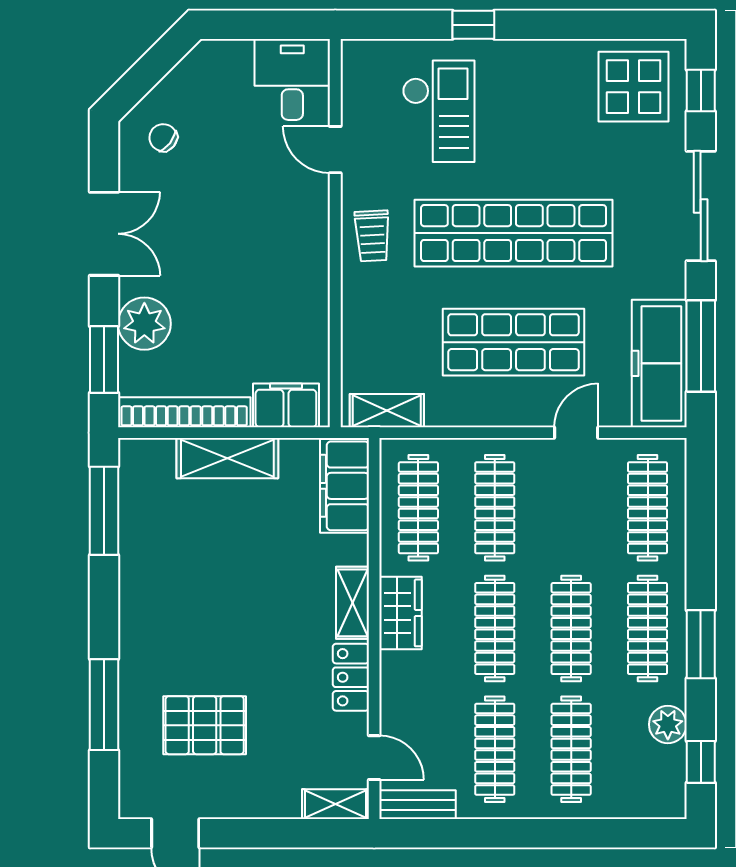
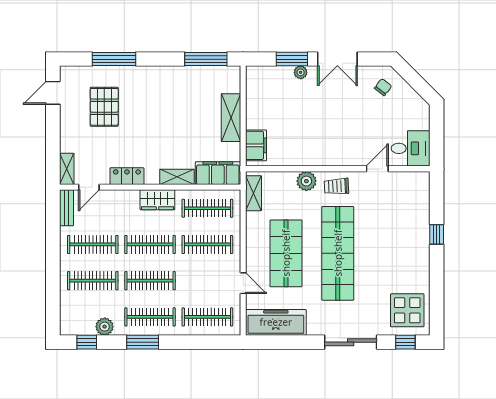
checkout: (439, 111) -> (396, 218), removed
plant: (361, 299) -> (306, 181), added
plant: (144, 324) -> (301, 72), width x0.53, depth x0.53
window: (701, 346) -> (284, 342), removed
window: (104, 359) -> (292, 59), moved
bookcase: (184, 412) -> (253, 97), removed
shelving: (352, 603) -> (177, 177), moved

